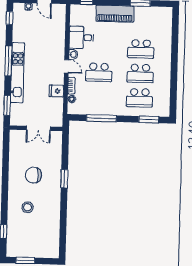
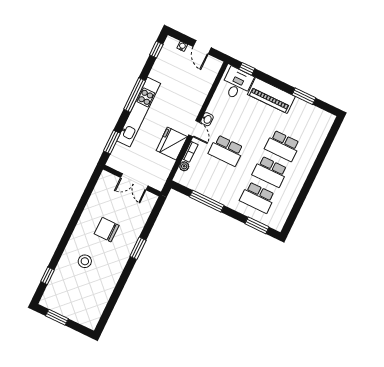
desk: (81, 38) -> (237, 84), moved, turned 90
fridge: (56, 91) -> (172, 144), width x1.88, depth x1.34

